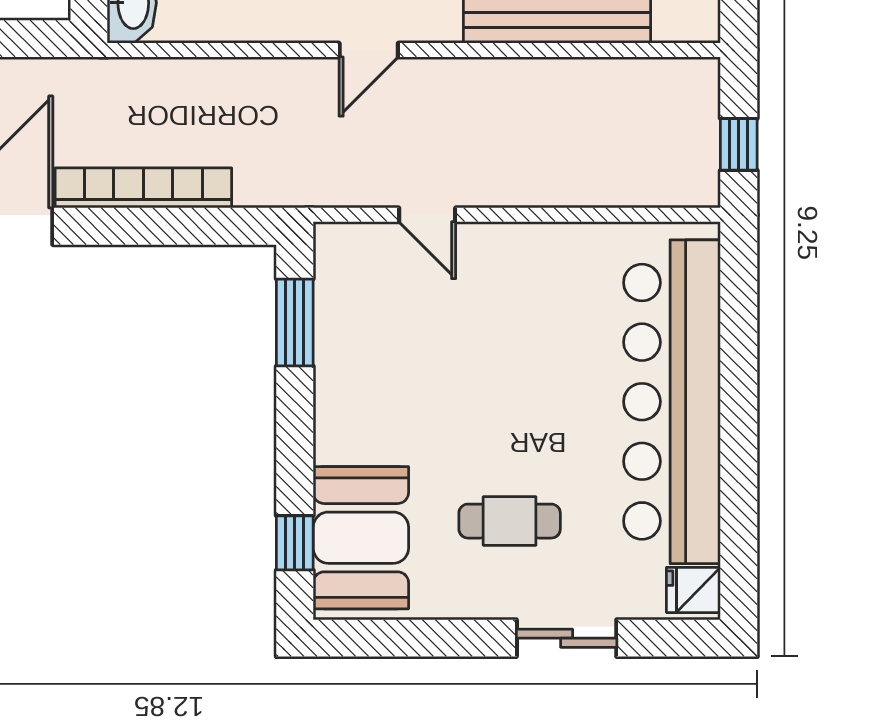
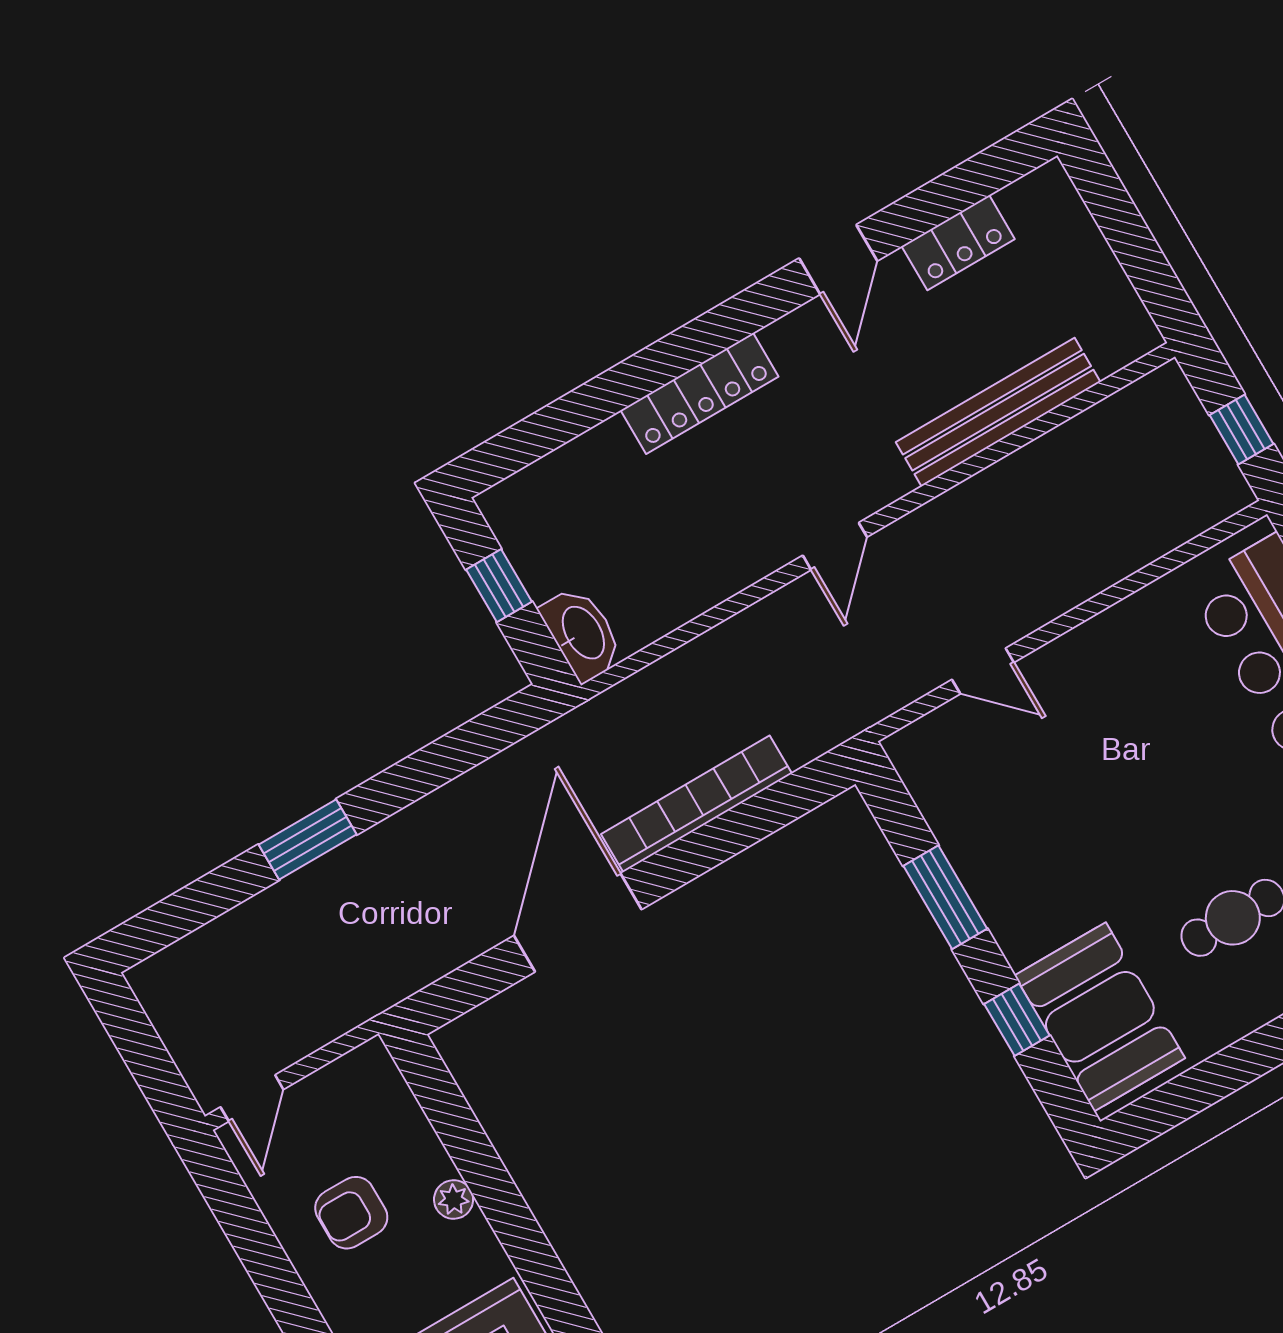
window: (295, 323) -> (945, 897), moved
window: (295, 543) -> (1017, 1020), moved

